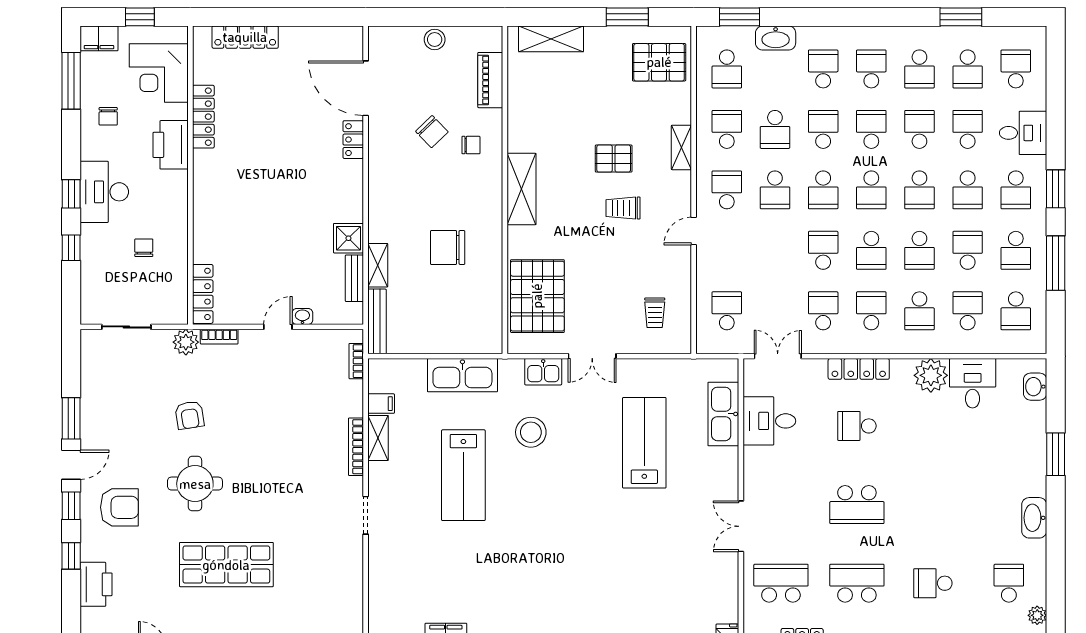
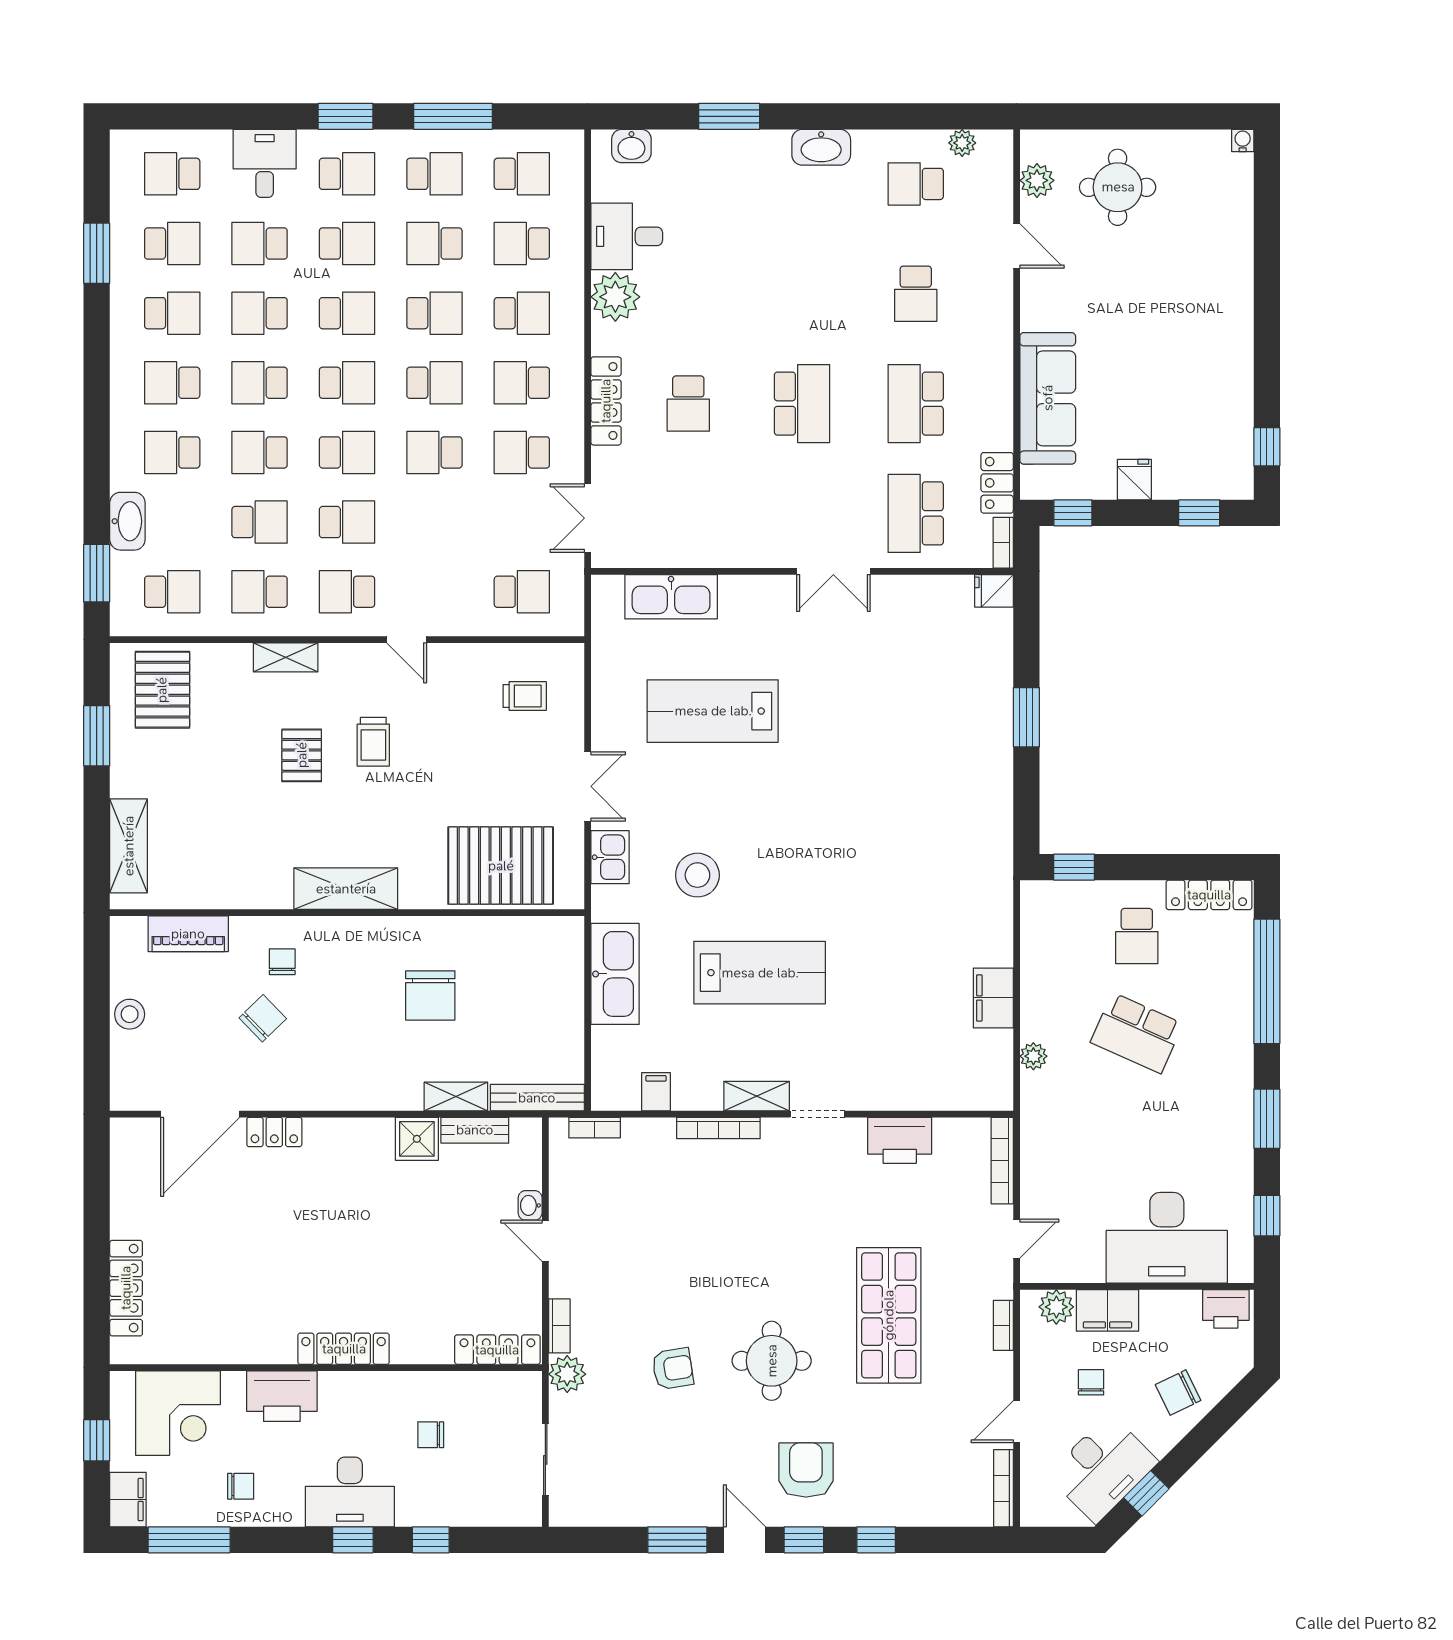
locker: (203, 117) -> (344, 1349), moved
school desk: (727, 311) -> (522, 592), turned 180
desk: (769, 421) -> (681, 530), removed
shelving: (378, 438) -> (757, 1096), moved
printer: (96, 584) -> (900, 1140), moved, turned 180

